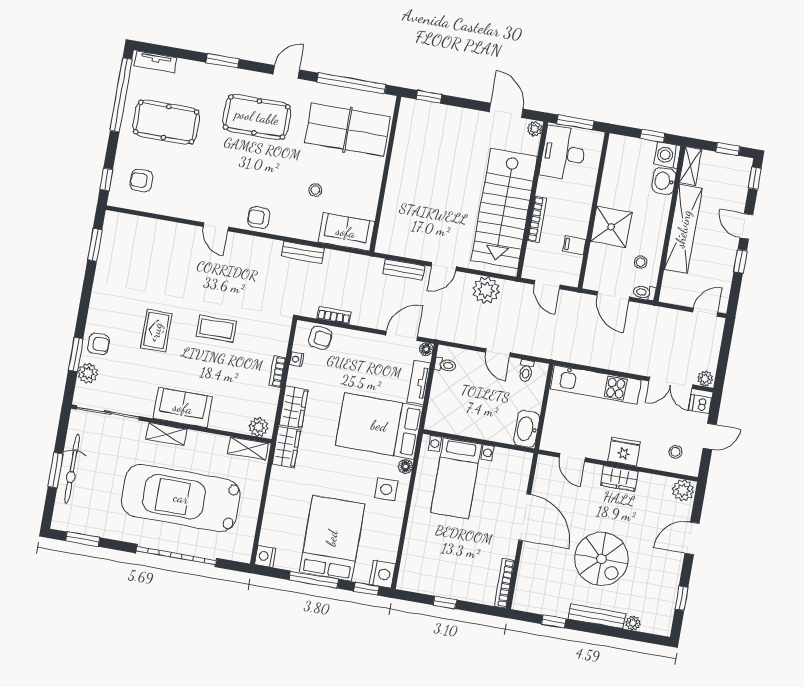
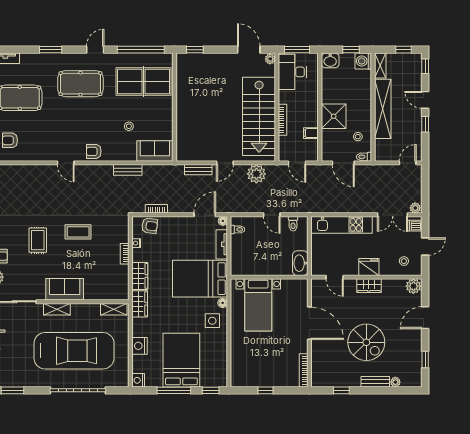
washbasin: (664, 181) -> (330, 60), moved, turned -90
plant: (258, 427) -> (118, 293), removed
car: (181, 498) -> (74, 351), turned 180
nightstand: (382, 574) -> (140, 346), moved, turned 180
bench: (597, 616) -> (375, 382), width x0.73

